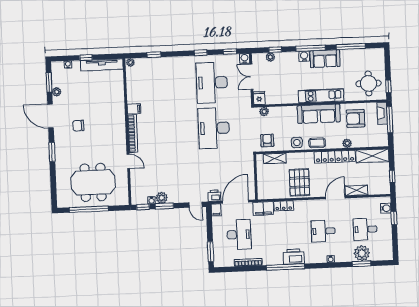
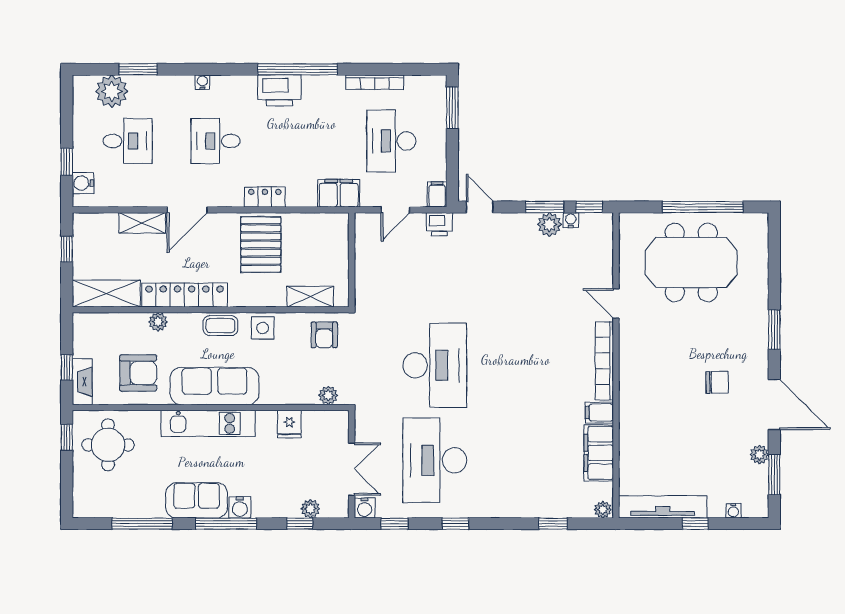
desk: (212, 83) -> (435, 460), turned 180
filing cabinet: (134, 89) -> (599, 453), added
fridge: (259, 98) -> (289, 424), moved
window: (390, 120) -> (67, 367), width x0.46
door: (236, 202) -> (395, 210), width x0.53
locker: (284, 206) -> (265, 197), moved
desk: (323, 231) -> (216, 141), turned 180
plant: (362, 253) -> (112, 91), moved

